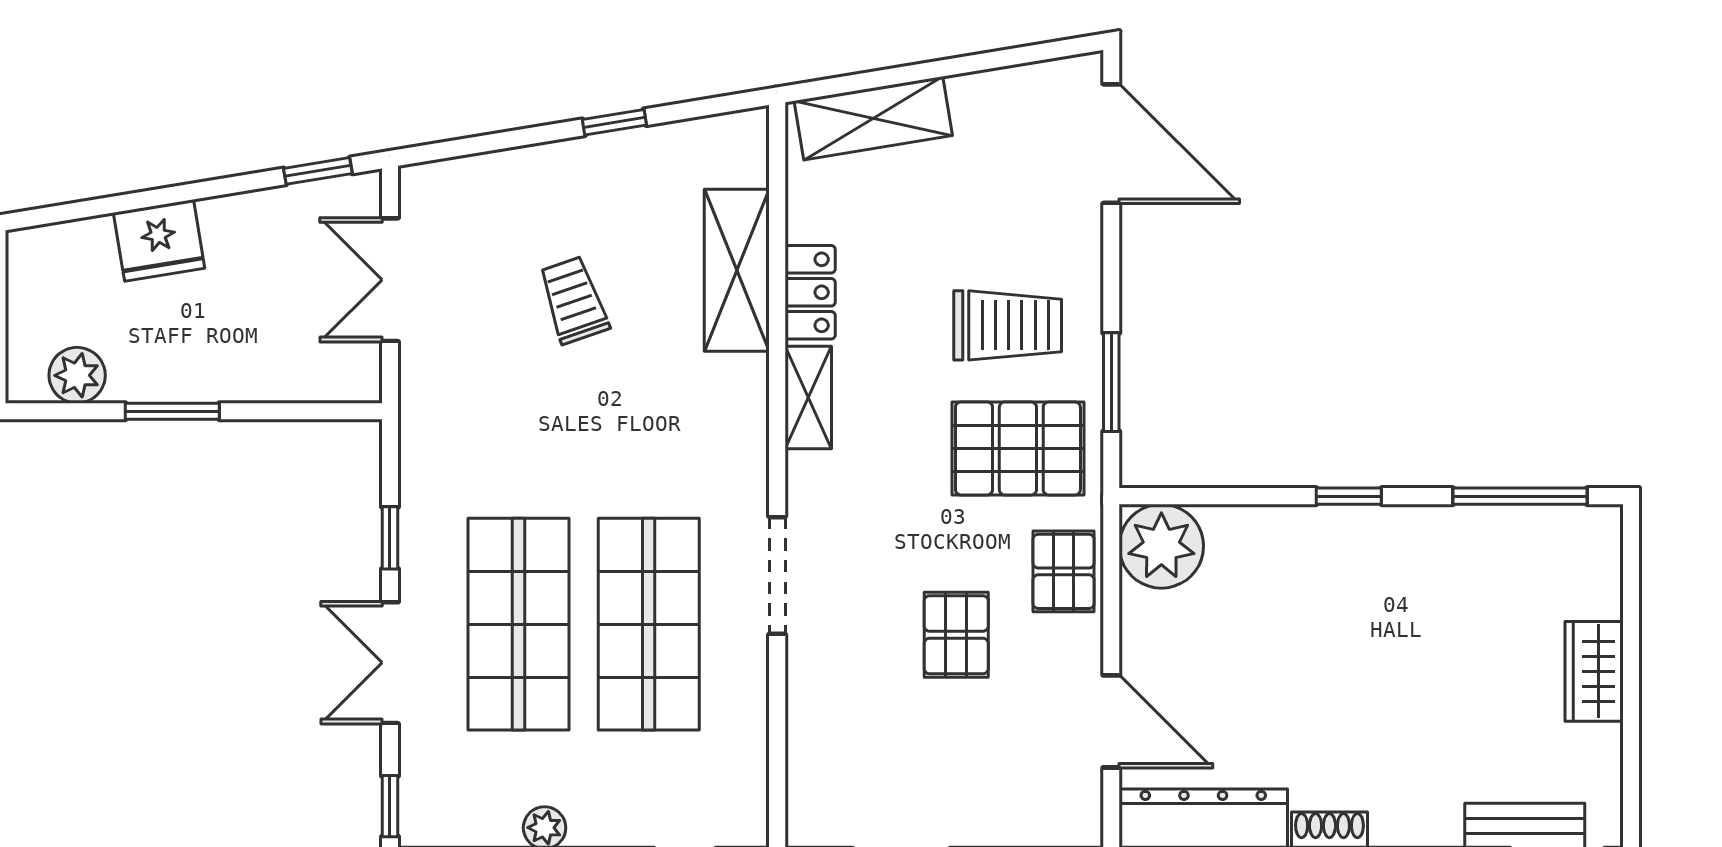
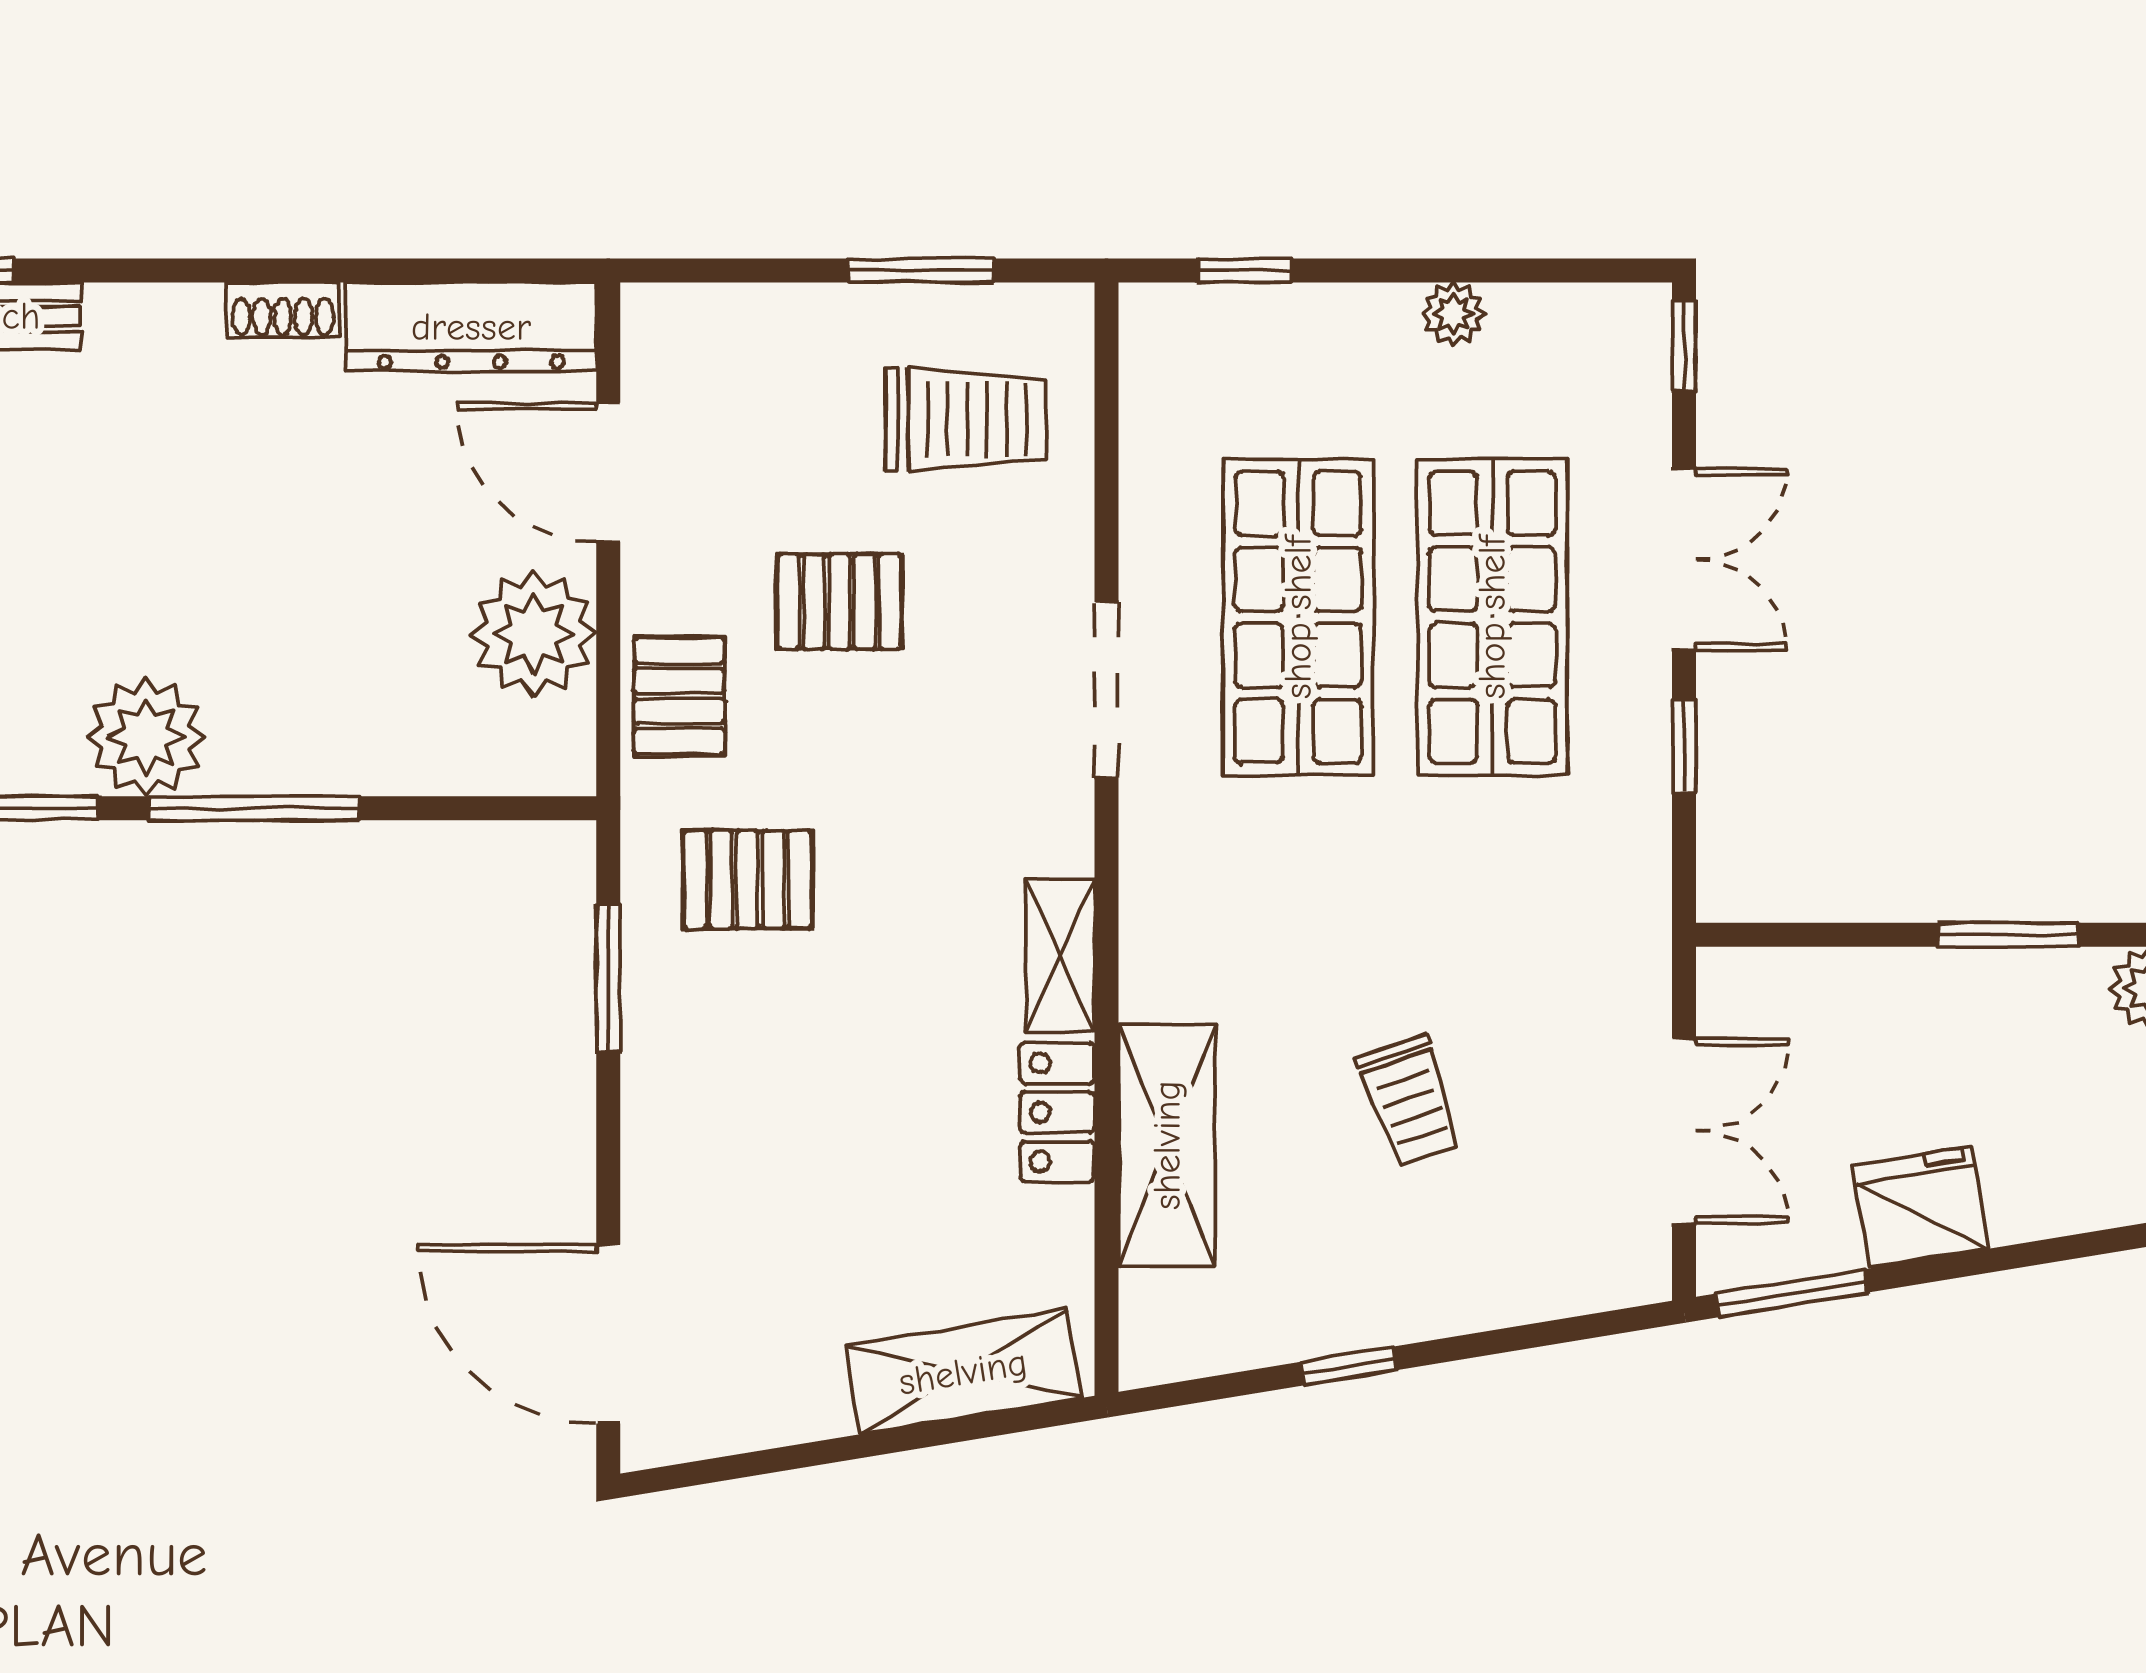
window: (318, 171) -> (1791, 1293), width x1.50
fridge: (159, 240) -> (1921, 1207), moved
trolley: (1008, 325) -> (966, 419), moved, turned 180
pallet: (1018, 448) -> (747, 879), width x0.67, depth x0.71
window: (1349, 496) -> (254, 808), width x2.17
plant: (1421, 544) -> (146, 737), added
plant: (1161, 546) -> (534, 634), moved
pallet: (956, 635) -> (839, 602), turned 90

